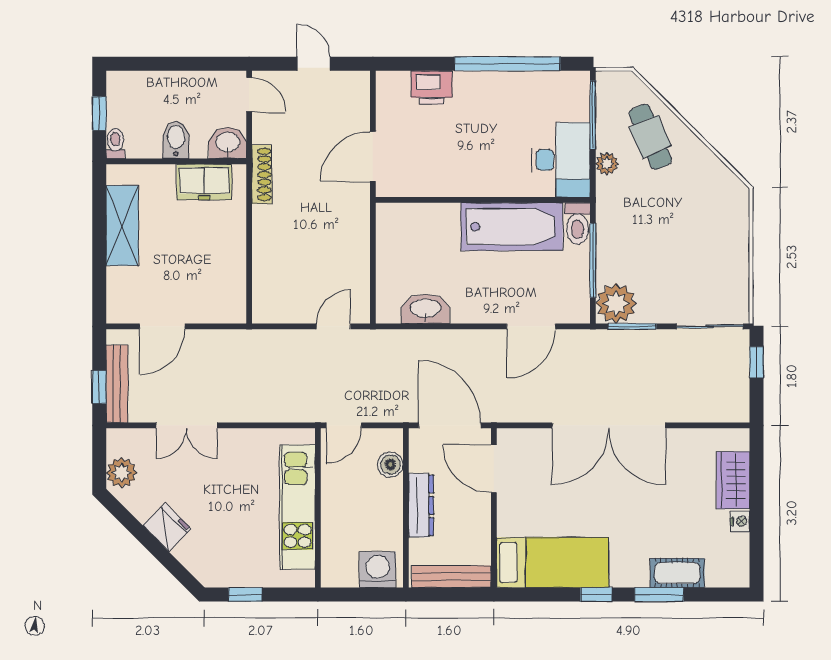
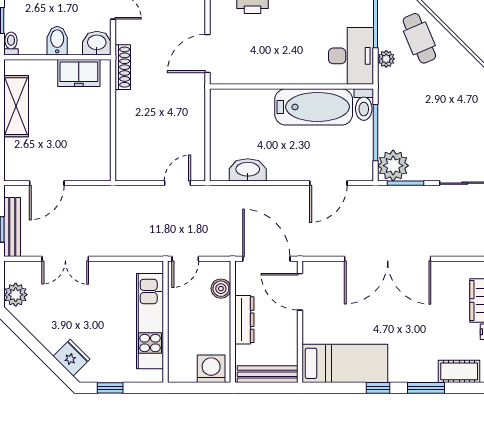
fridge: (167, 527) -> (72, 358), moved
cot: (677, 573) -> (459, 371), moved

